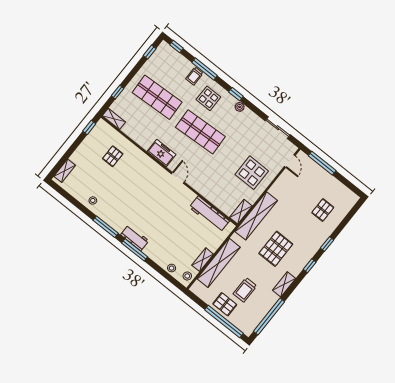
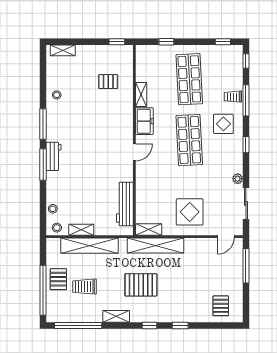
plant: (240, 107) -> (238, 179), moved
shelving: (114, 119) -> (141, 95), moved
pallet: (323, 210) -> (221, 306), moved, turned 90

